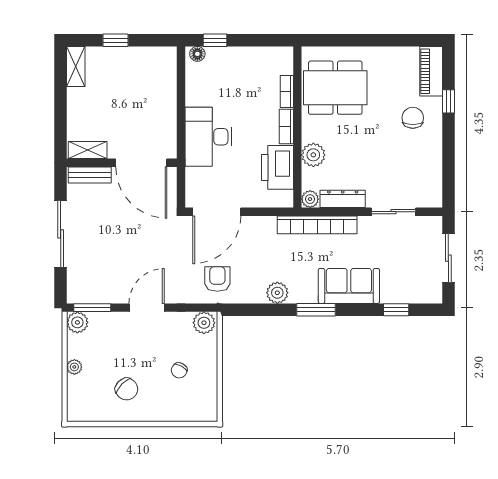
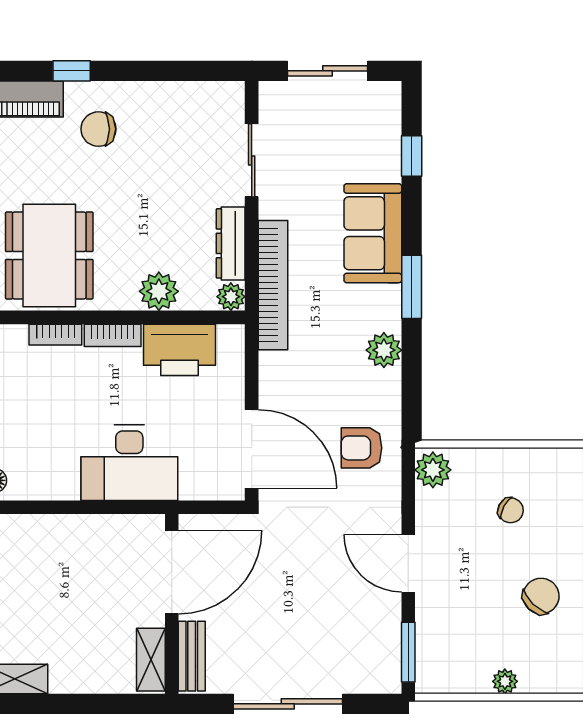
plant: (77, 322) -> (432, 676), removed

